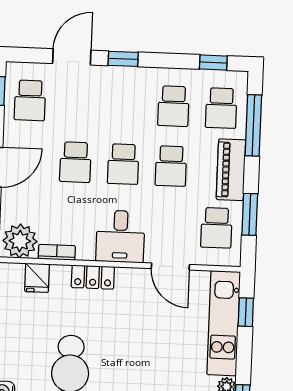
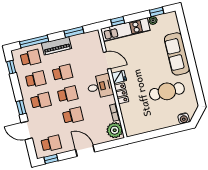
school desk: (216, 228) -> (41, 101), moved
door: (170, 266) -> (107, 60), hinge flipped
fridge: (37, 278) -> (119, 77), moved

